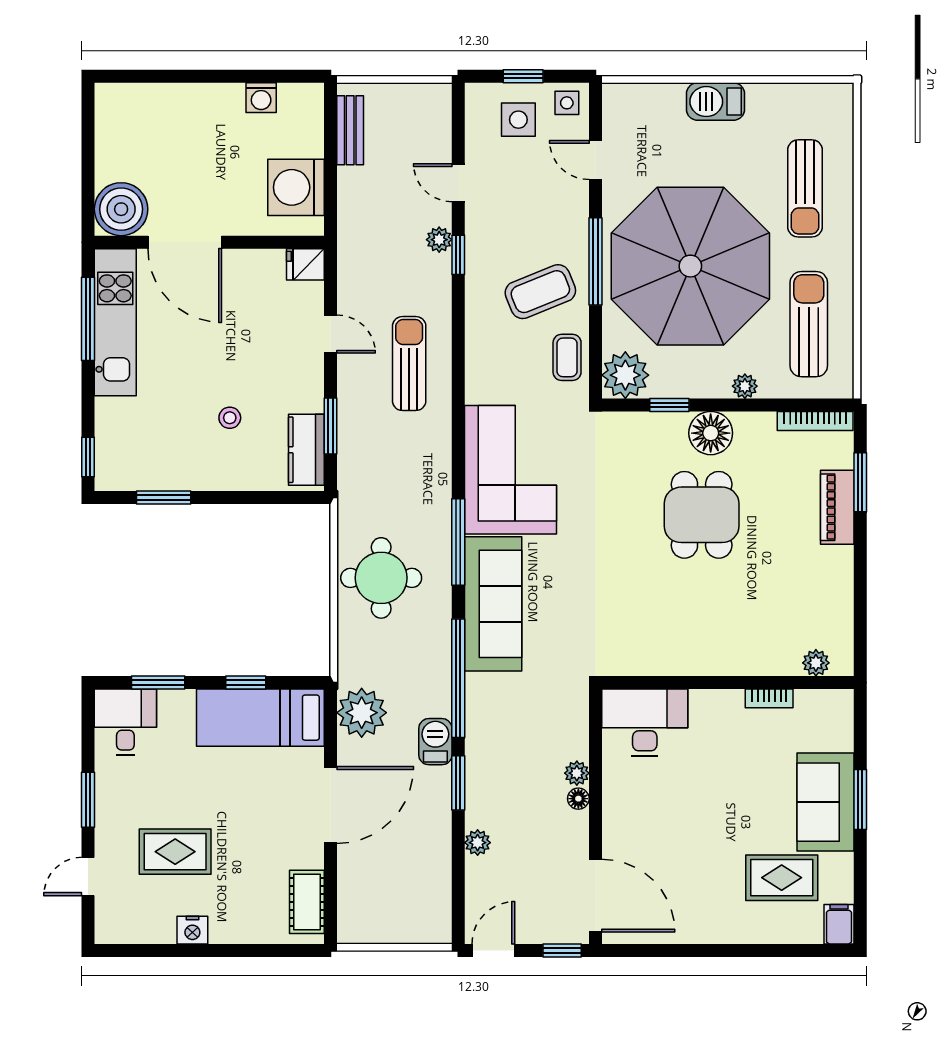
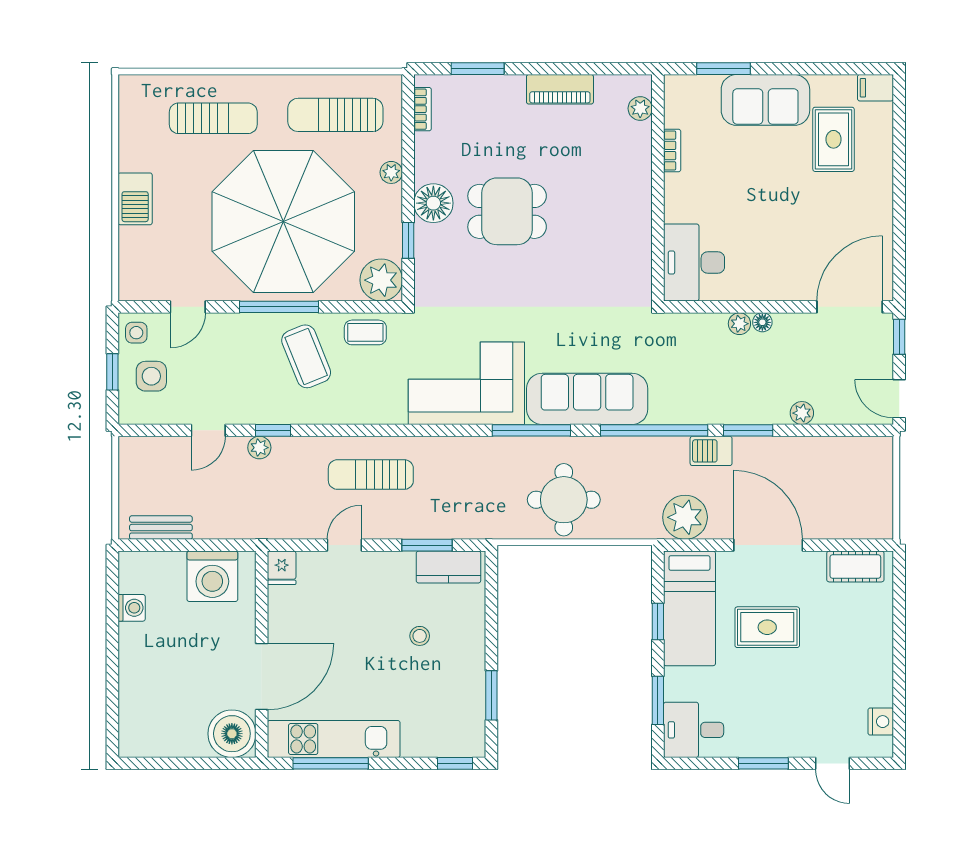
bookcase: (815, 421) -> (423, 109), width x0.64
piano: (837, 507) -> (560, 89), moved
window: (860, 800) -> (723, 69), moved
rug: (175, 852) -> (767, 627), moved, turned 90
nightstand: (192, 930) -> (881, 722), moved

